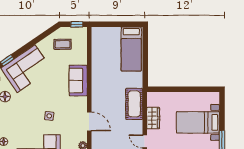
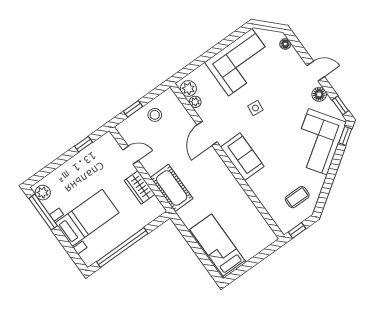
sofa: (78, 81) -> (242, 157), moved
window: (190, 89) -> (122, 248), added
door: (89, 121) -> (207, 133), hinge flipped

